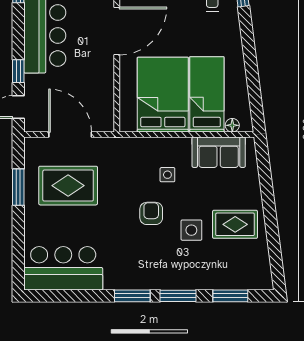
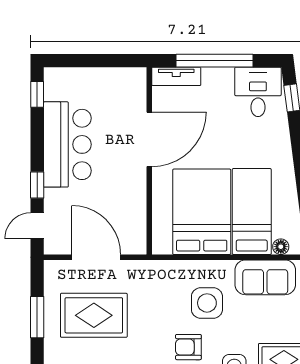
side table: (167, 175) -> (207, 303), width x1.87, depth x1.87
armchair: (151, 213) -> (188, 347), turned -90

